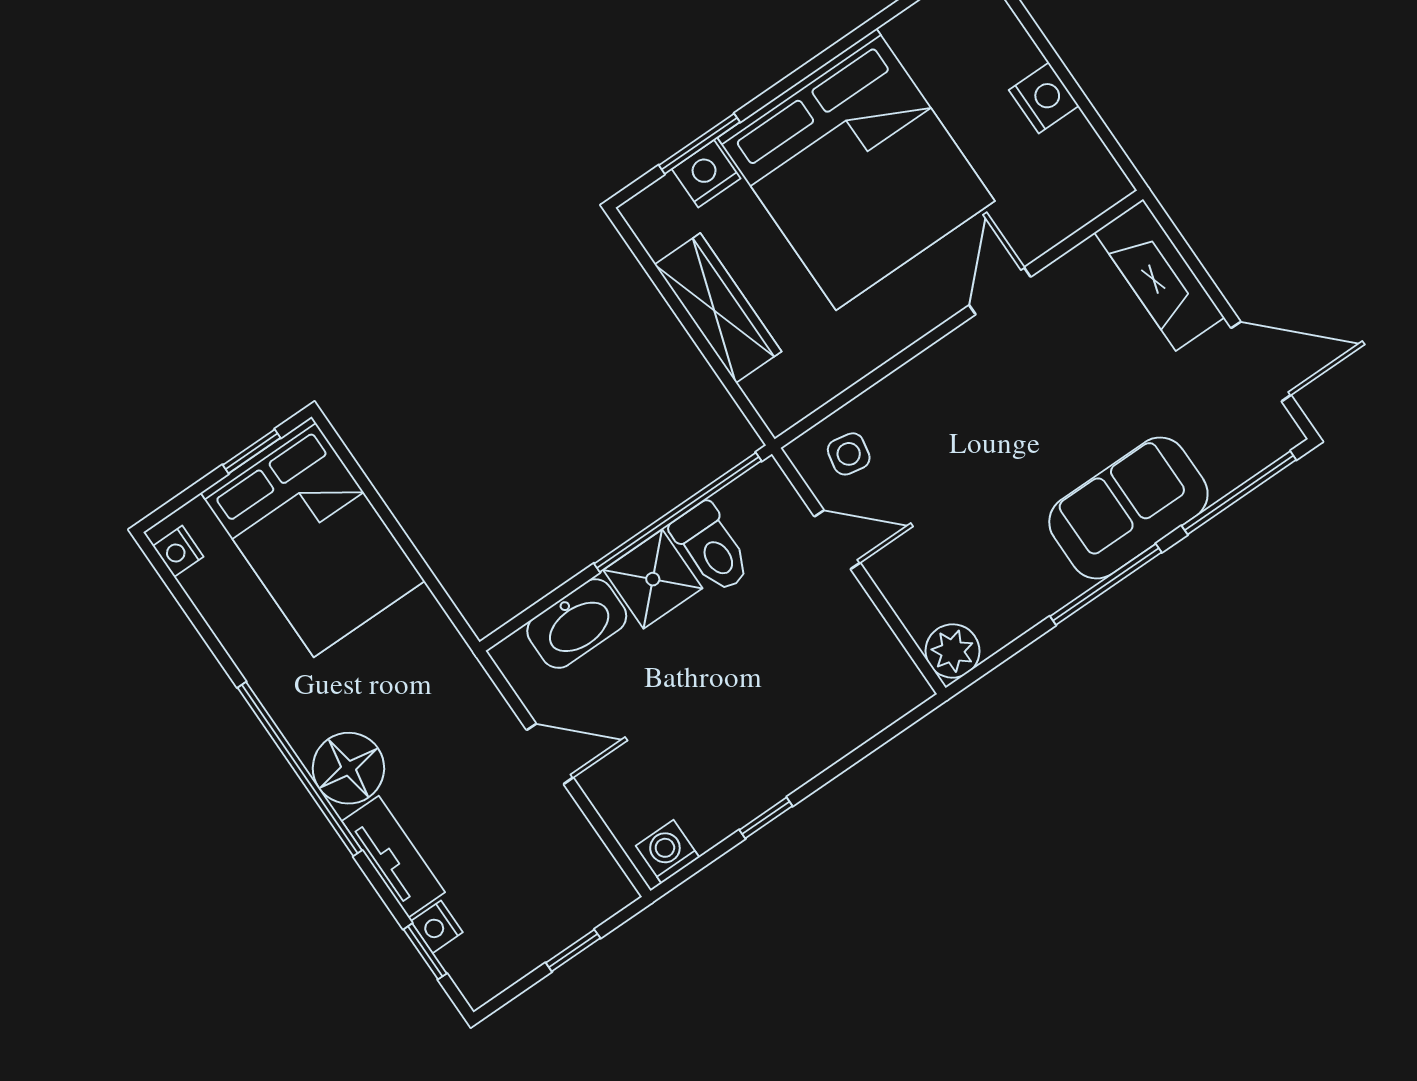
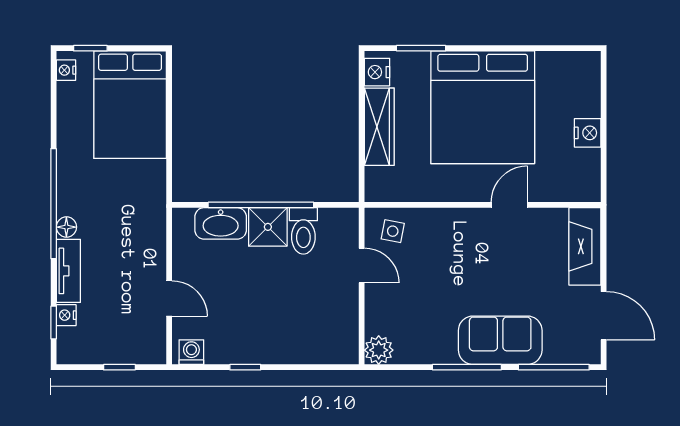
nightstand: (706, 174) -> (377, 72), moved, turned -90
window: (252, 451) -> (90, 48), moved
window: (678, 512) -> (261, 205), moved
door: (550, 754) -> (169, 299), moved
floor lamp: (348, 768) -> (66, 227), width x0.53, depth x0.53

